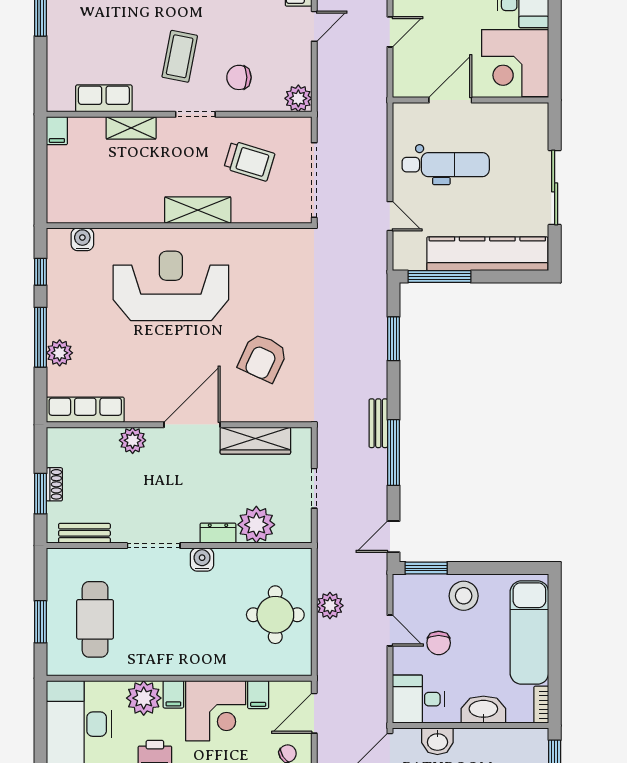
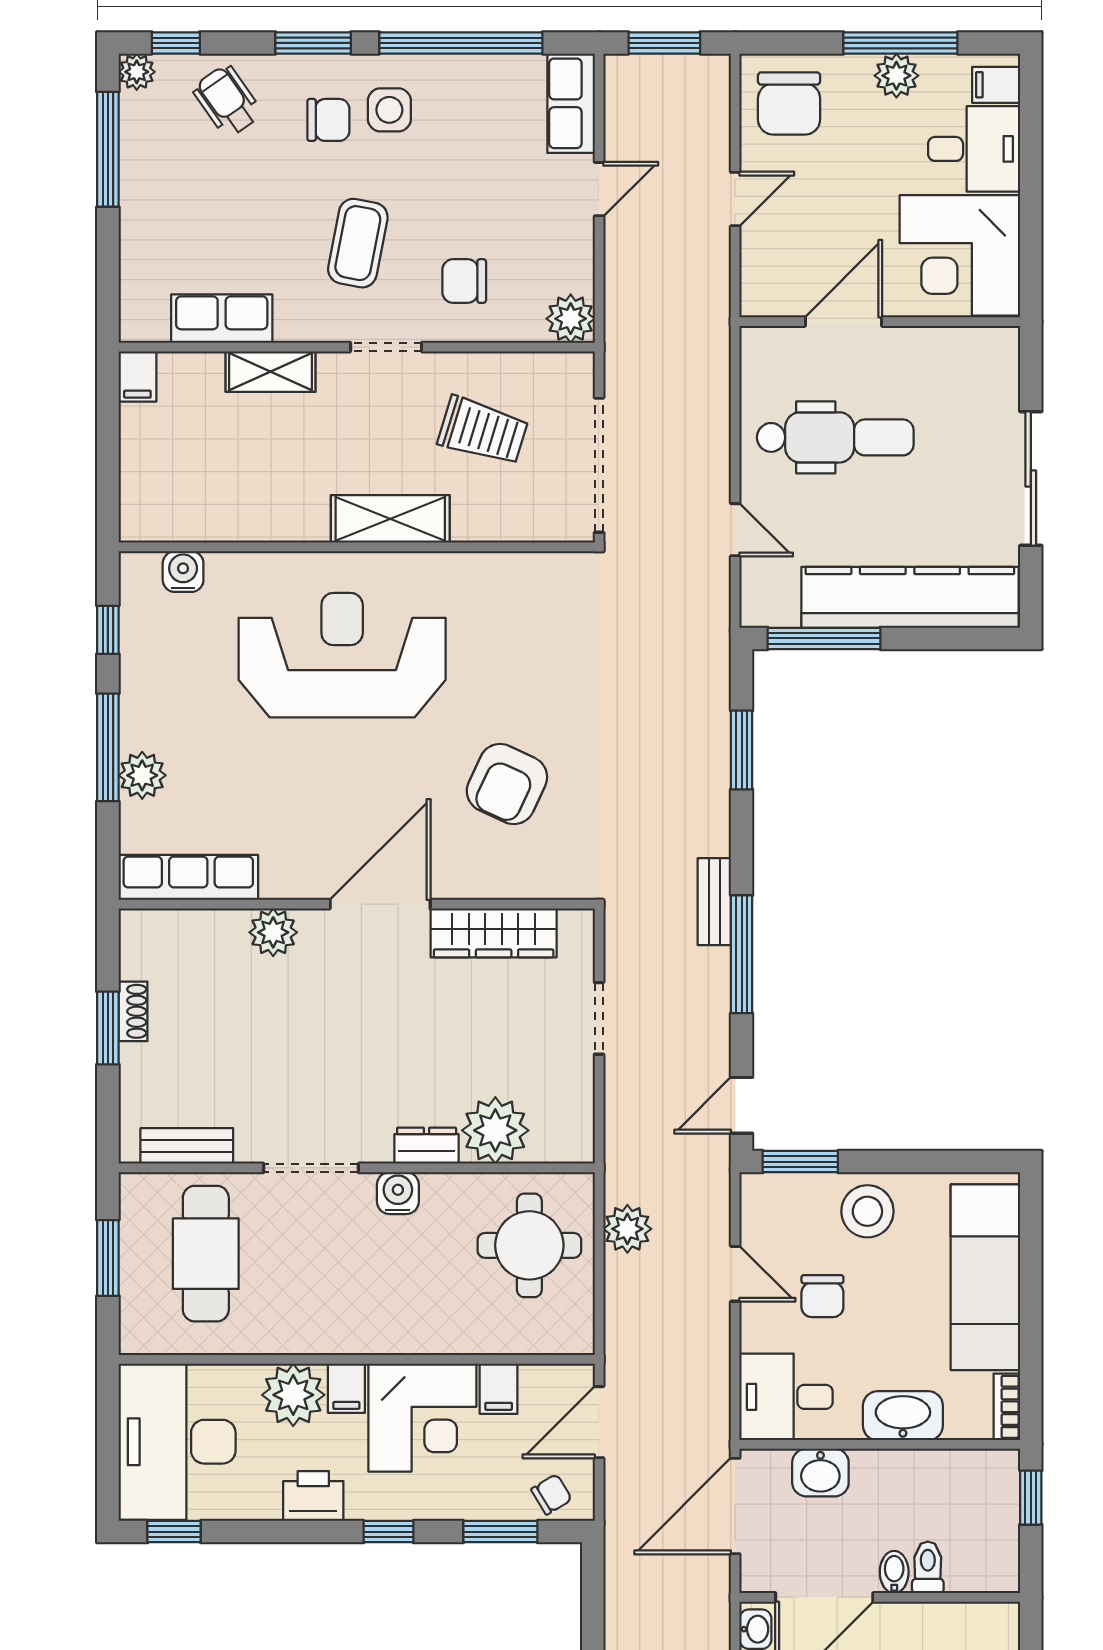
plant: (256, 525) -> (495, 1130), moved
bench: (84, 533) -> (187, 1146), moved
dresser: (218, 533) -> (427, 1146), moved
doorway: (154, 546) -> (311, 1168), moved
wall: (179, 546) -> (357, 1168), moved
water cooler: (202, 560) -> (398, 1193), moved

